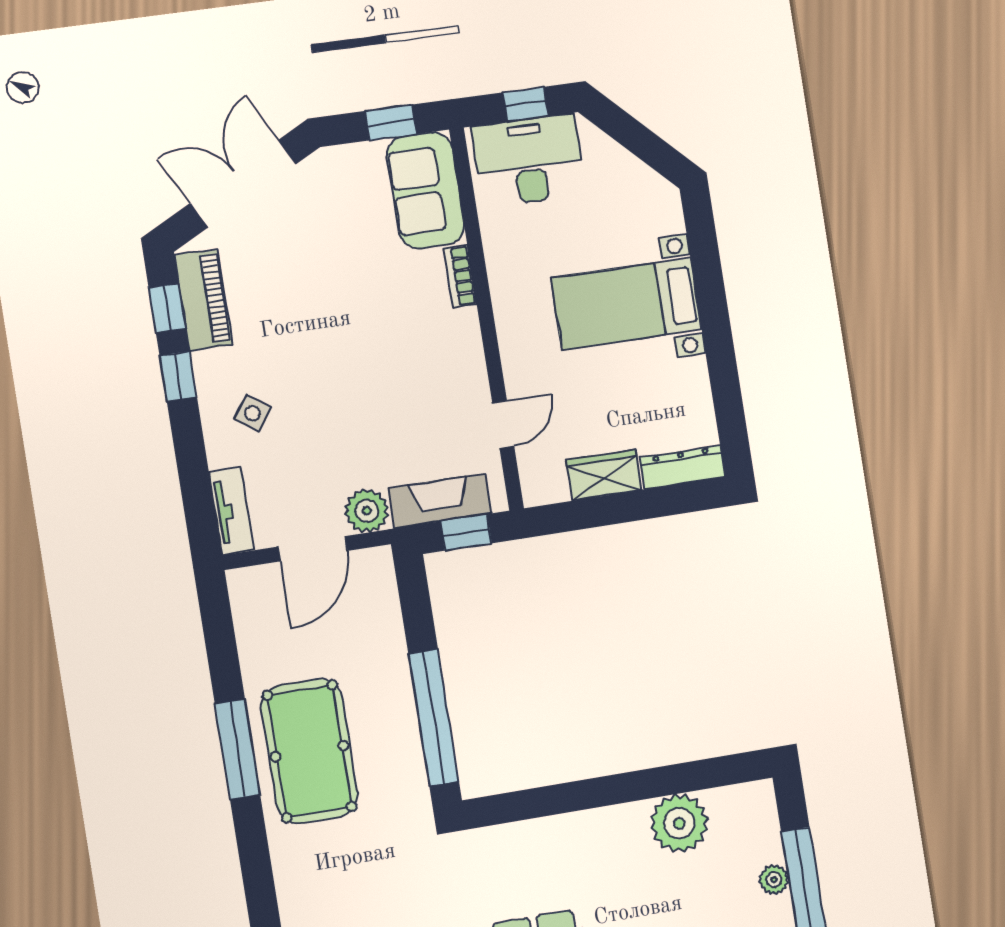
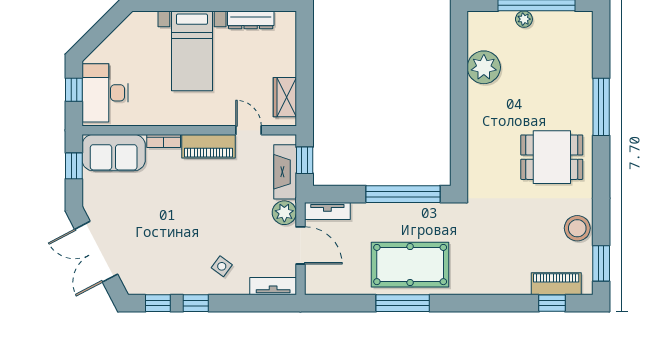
piano: (203, 300) -> (209, 146), moved, turned 180
dresser: (682, 467) -> (251, 20), moved, turned -90
wardrobe: (604, 475) -> (285, 97), moved
tv unit: (382, 587) -> (327, 211), added

